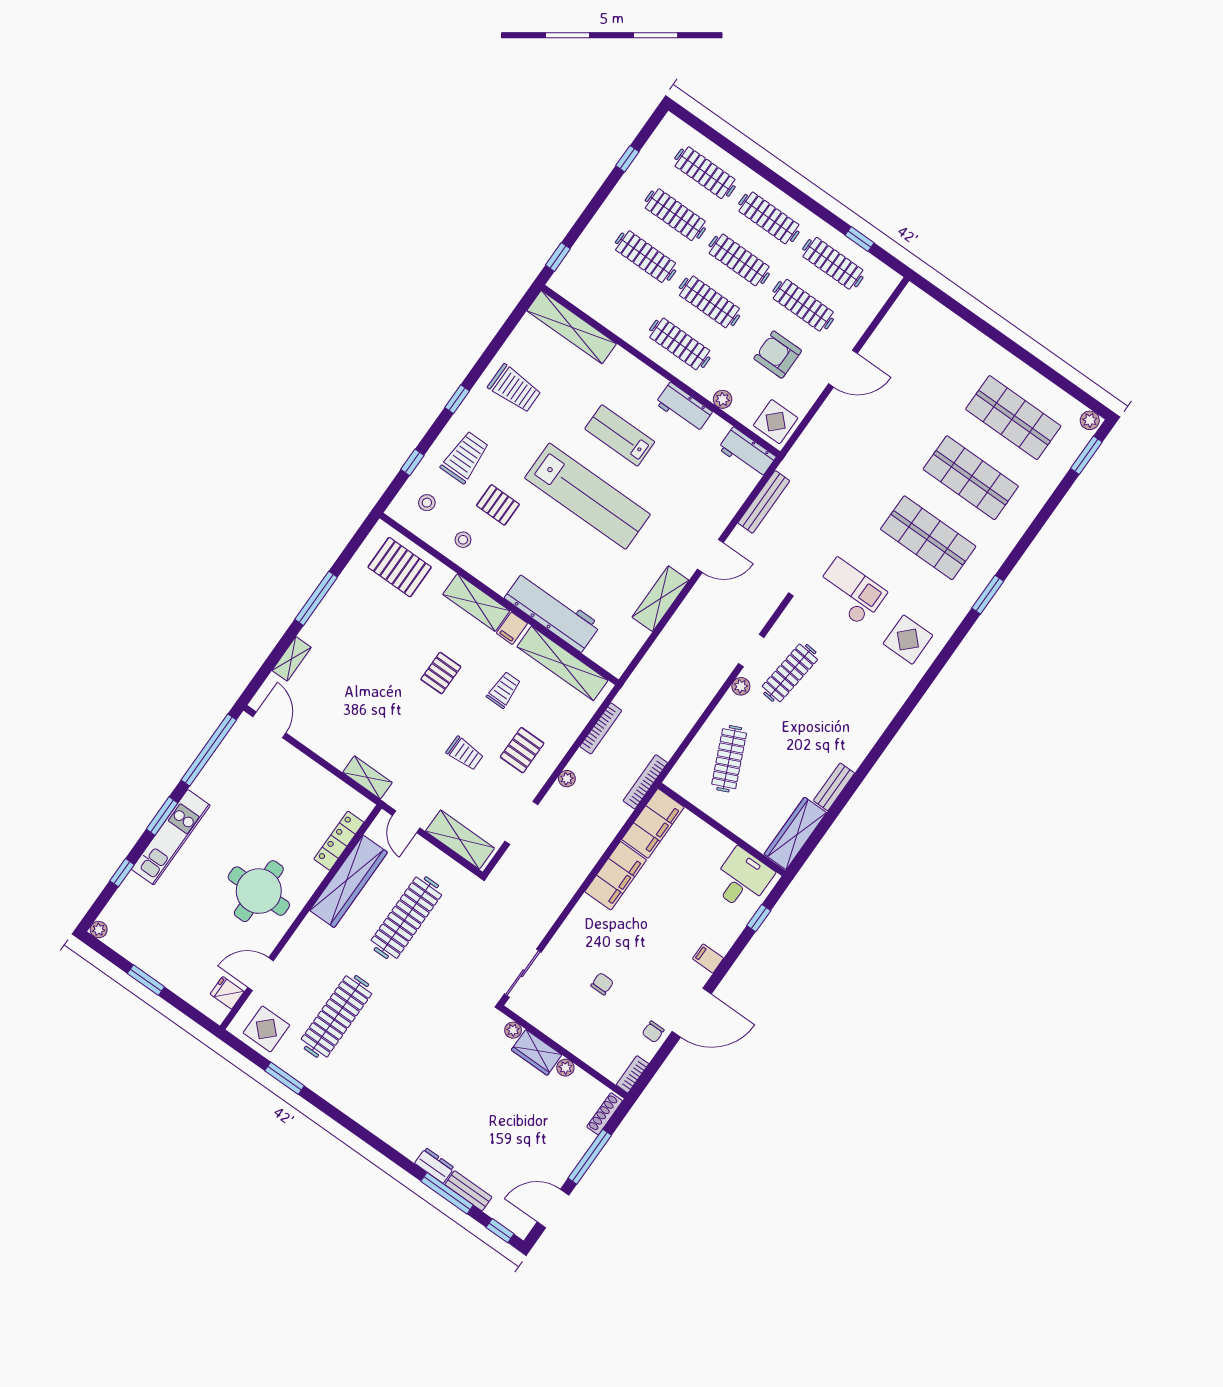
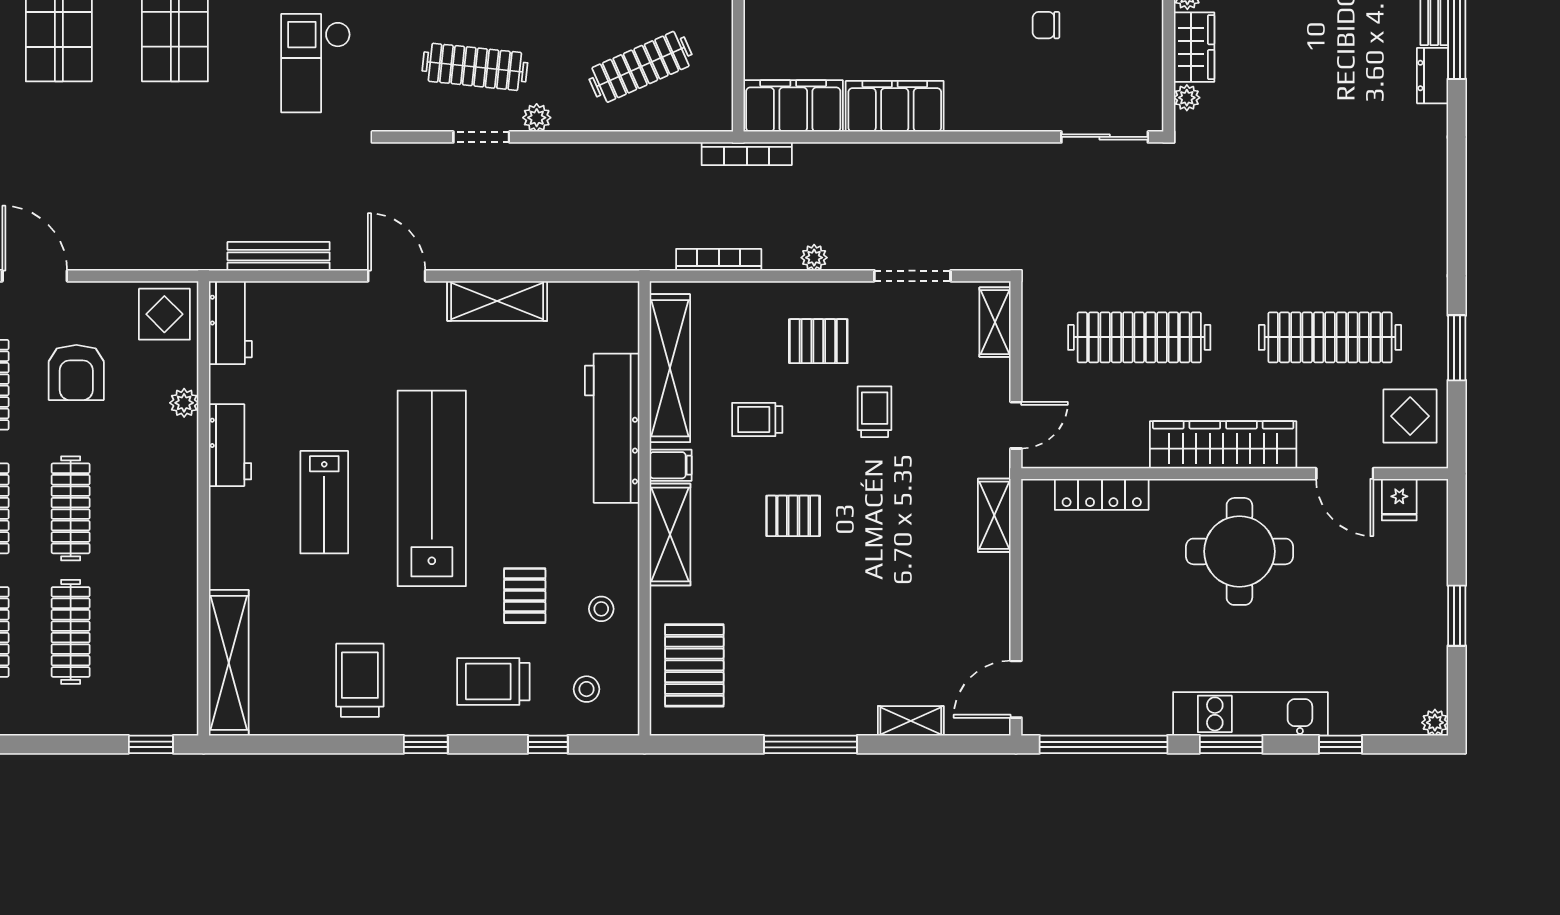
clothes rail: (680, 344) -> (152, 508), removed
shelving: (460, 840) -> (995, 322), width x0.67, depth x0.75
wardrobe: (349, 881) -> (1223, 445), moved

